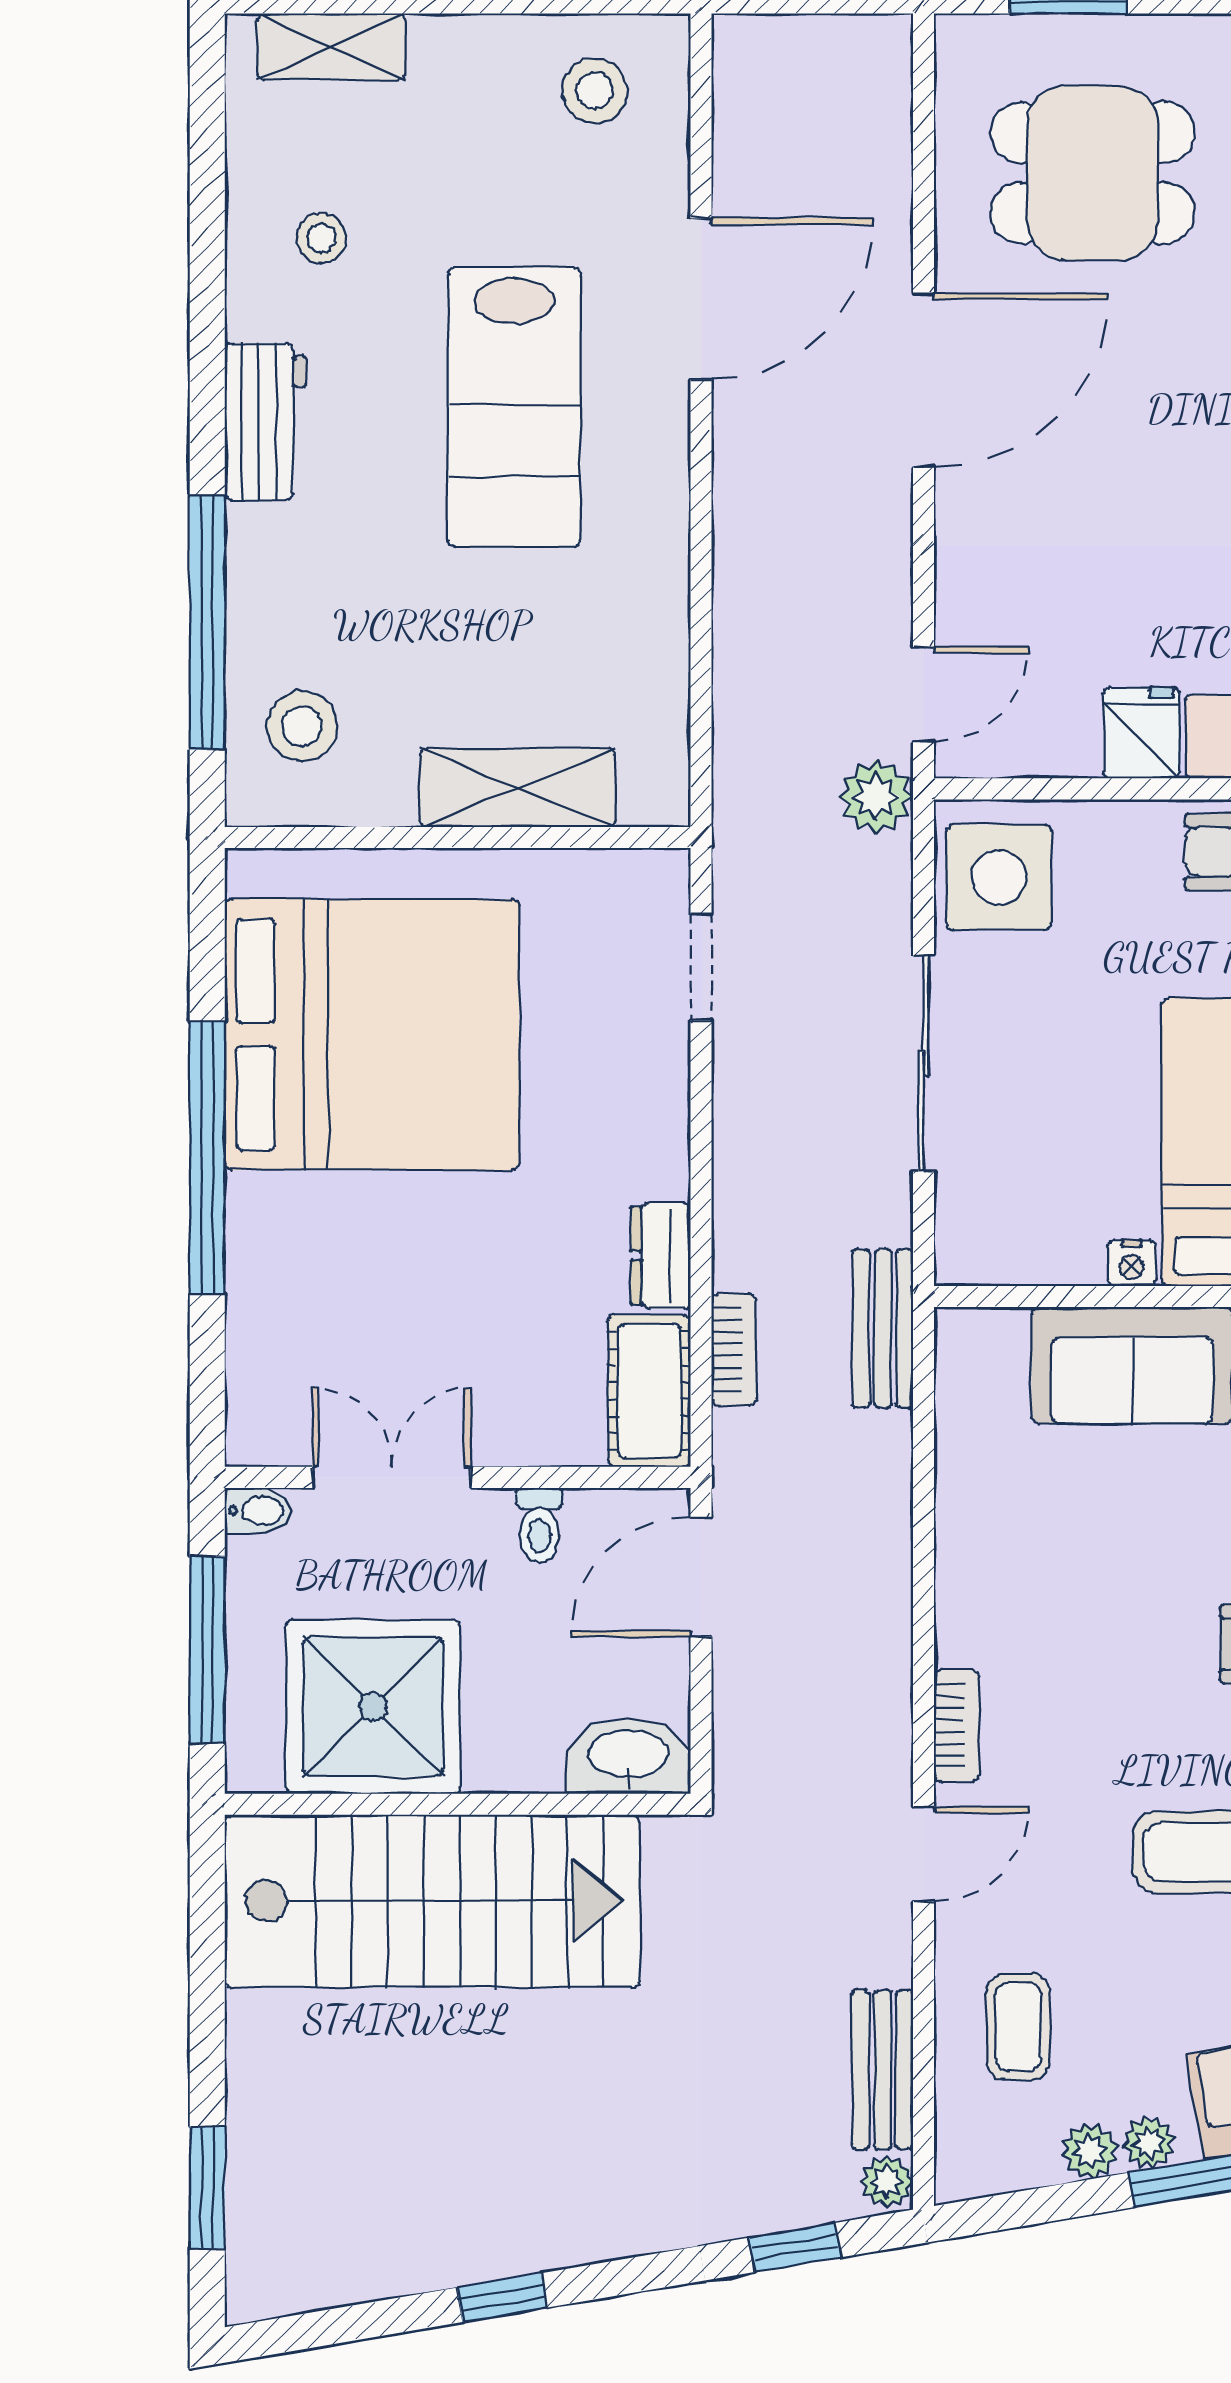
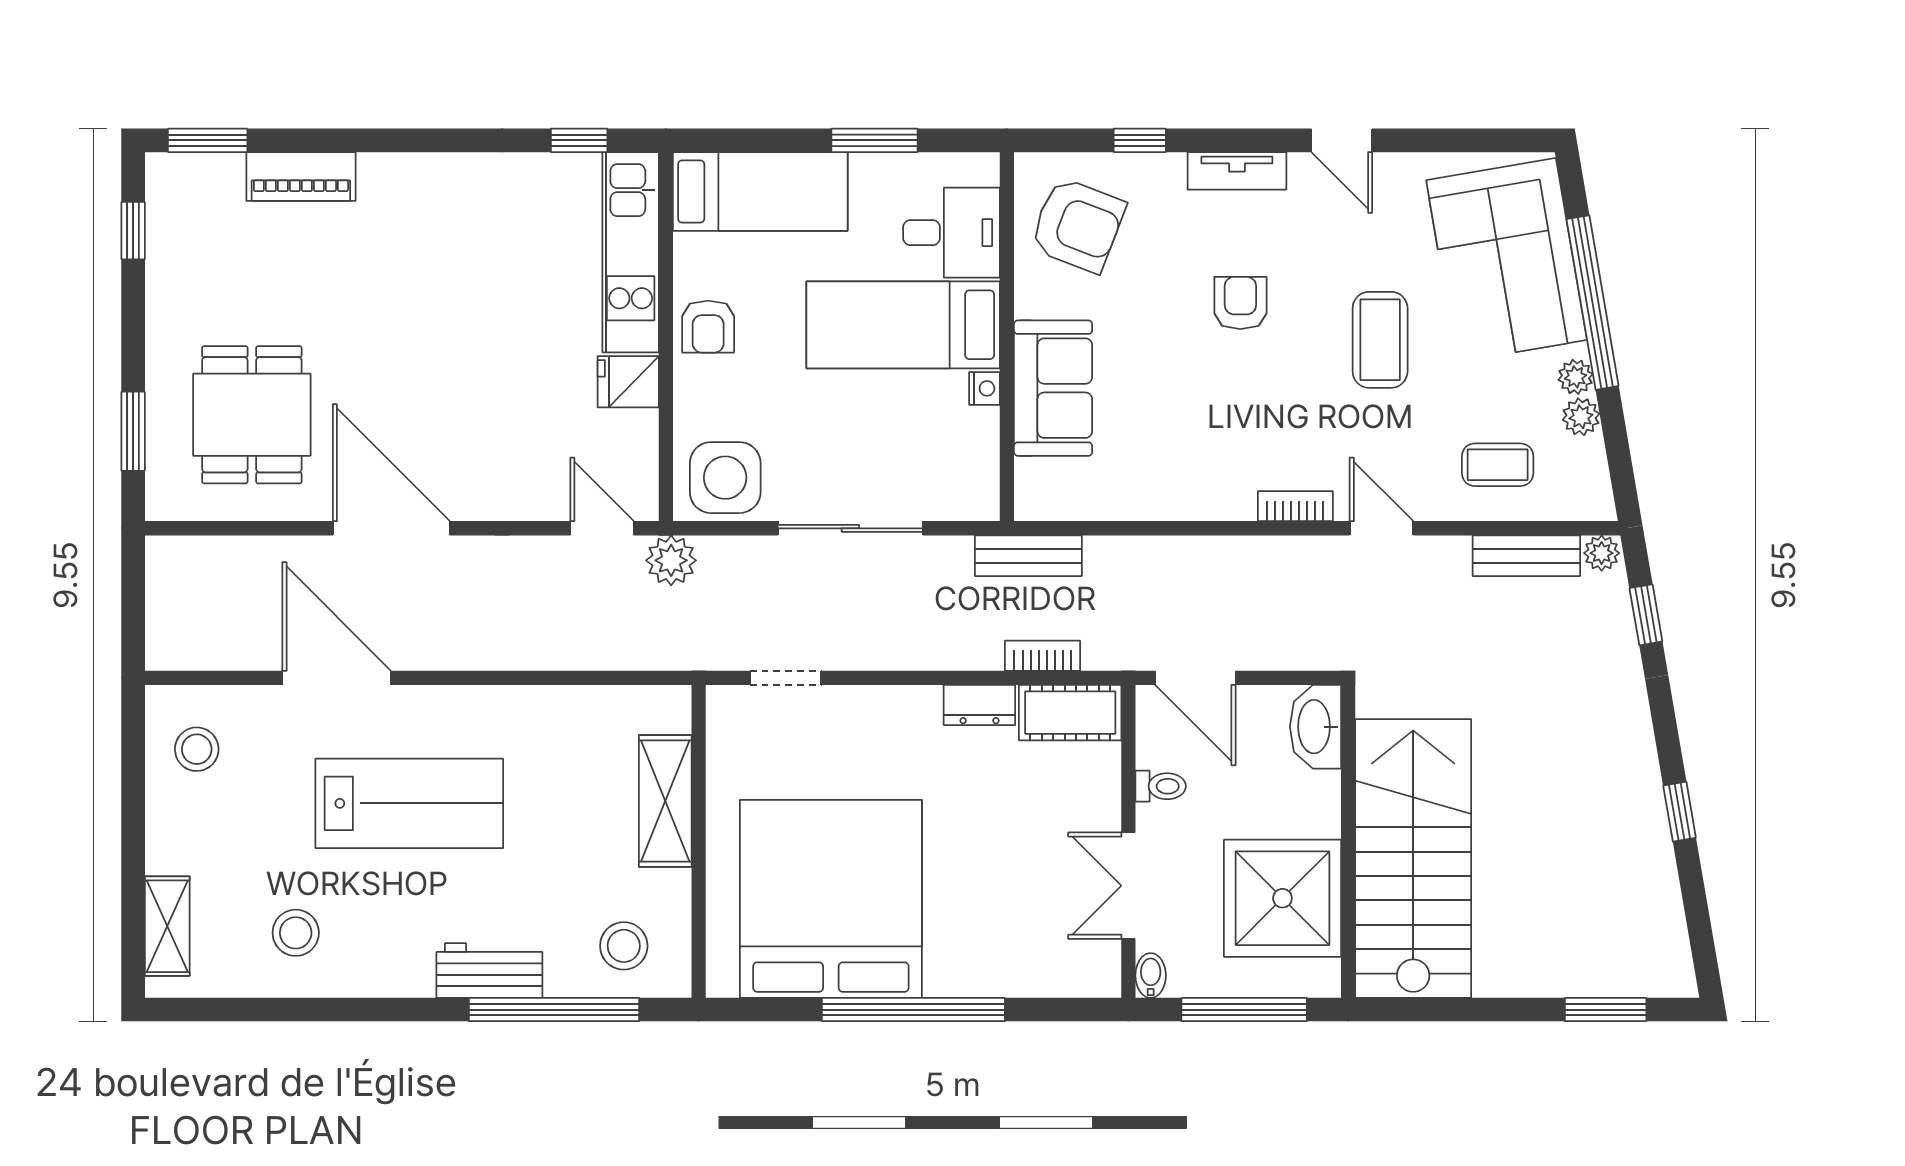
stool: (321, 238) -> (296, 933), width x1.37, depth x1.37
workbench: (265, 422) -> (489, 971), moved

